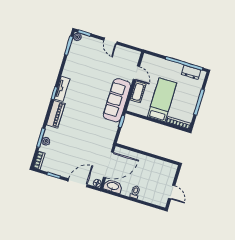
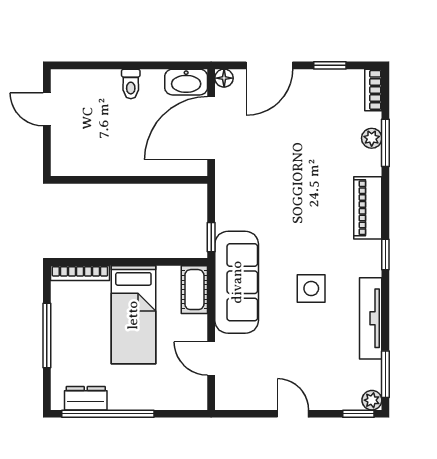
tv unit: (62, 89) -> (371, 318), moved, width x1.41
side table: (88, 89) -> (311, 288), added
cot: (138, 92) -> (194, 290), moved

